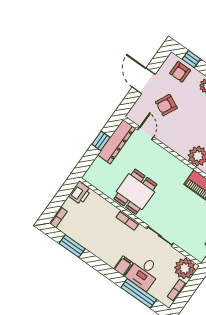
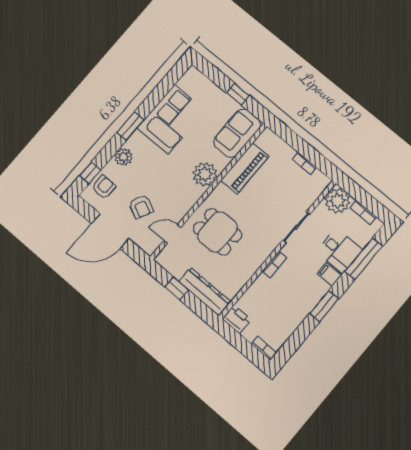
armchair: (180, 72) -> (104, 187), turned -90
door: (144, 81) -> (110, 231), width x1.36
dresser: (117, 142) -> (205, 292), moved
dining table: (135, 192) -> (218, 232), moved
window: (72, 246) -> (324, 306), moved

